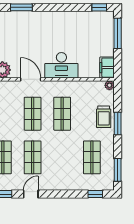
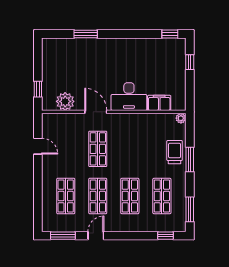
window: (118, 33) -> (190, 62), width x0.46
filing cabinet: (107, 68) -> (159, 103), moved, turned 90
shop shelf: (62, 114) -> (130, 196), moved
trolley: (104, 117) -> (175, 152), turned 180

